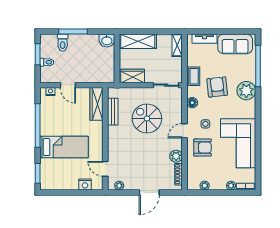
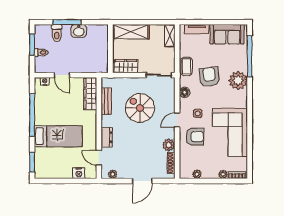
washbasin: (107, 40) -> (79, 31), moved
dresser: (113, 148) -> (107, 137), added

